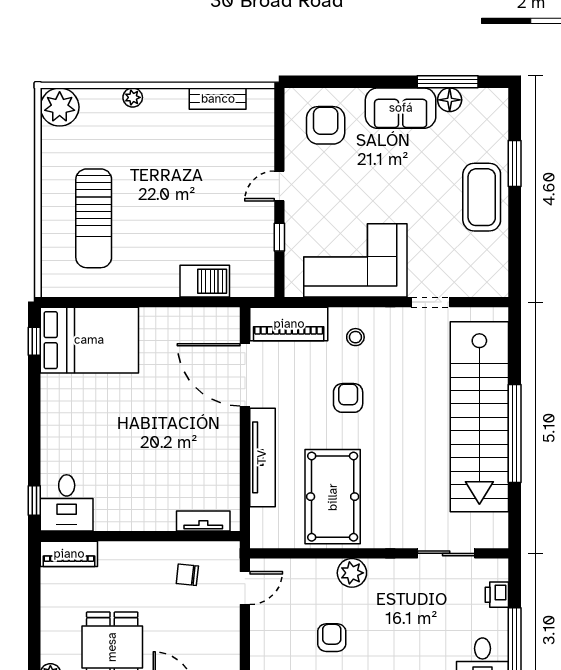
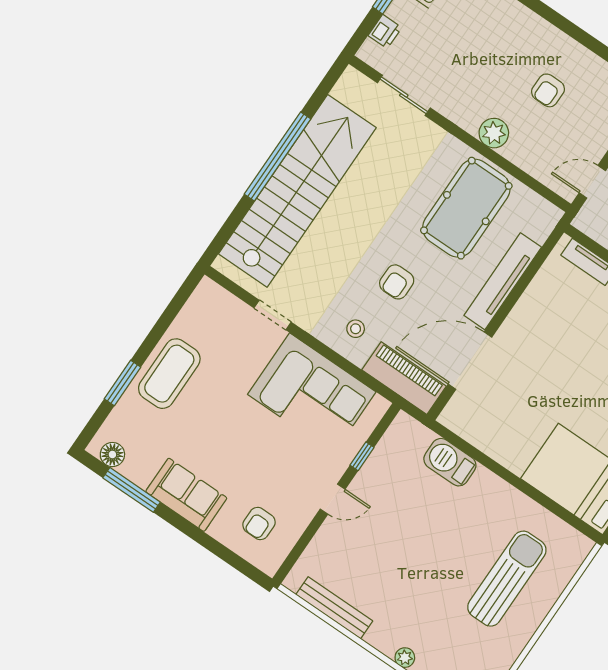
bench: (218, 99) -> (334, 608), width x1.36
floor lamp: (450, 100) -> (112, 455), moved
armchair: (326, 125) -> (259, 523), width x0.72, depth x0.72
door: (245, 375) -> (470, 361), swing flipped

